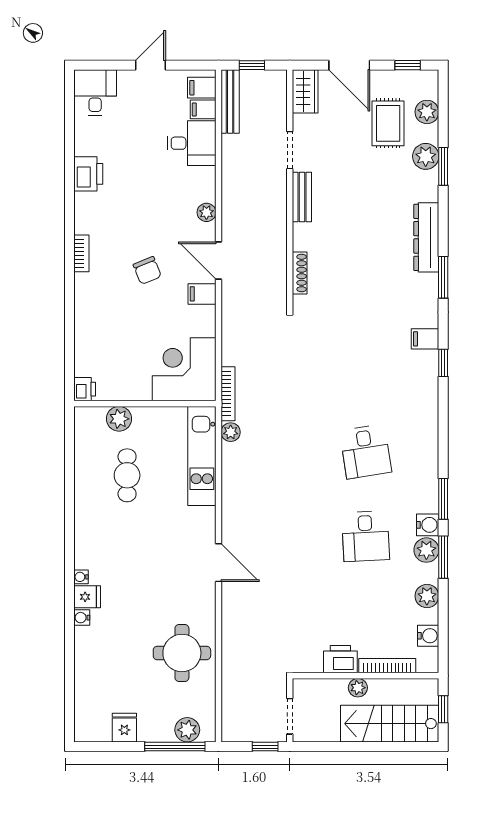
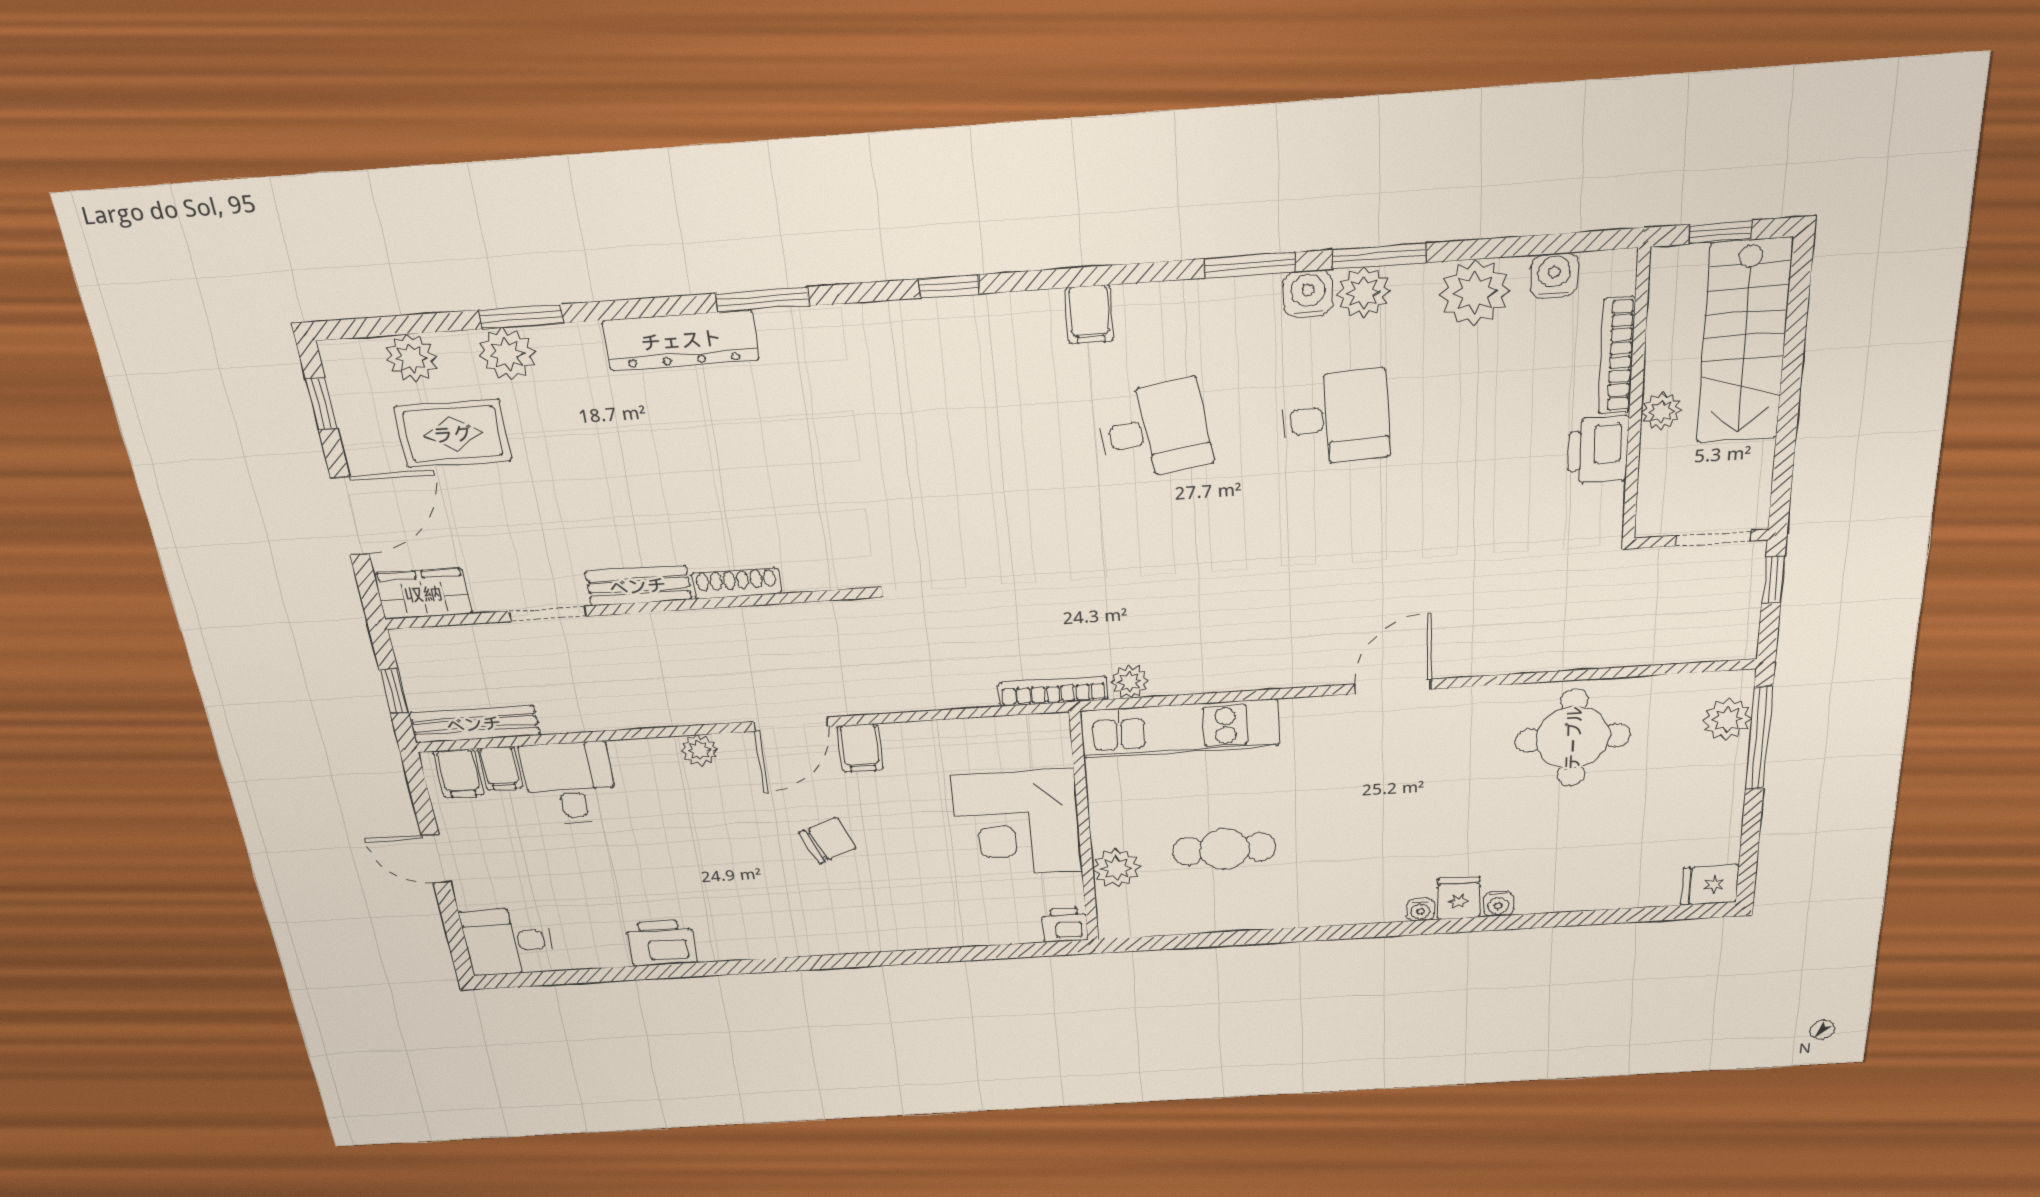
bookcase: (81, 253) -> (811, 945), removed
shoe rack: (300, 273) -> (736, 583), moved
filing cabinet: (425, 339) -> (1089, 315), moved
corner desk: (184, 369) -> (1017, 823), moved
plant: (427, 596) -> (1475, 293), width x1.36, depth x1.36
fridge: (124, 728) -> (1710, 885), moved

